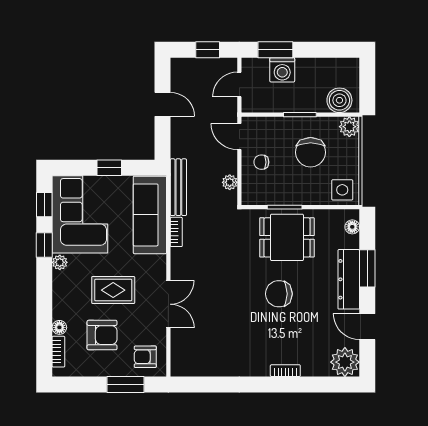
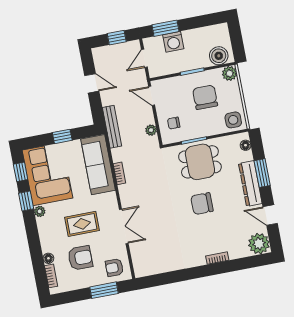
chair: (311, 152) -> (205, 97), turned 180
chair: (261, 162) -> (174, 123), moved
bench: (178, 187) -> (112, 127), moved

